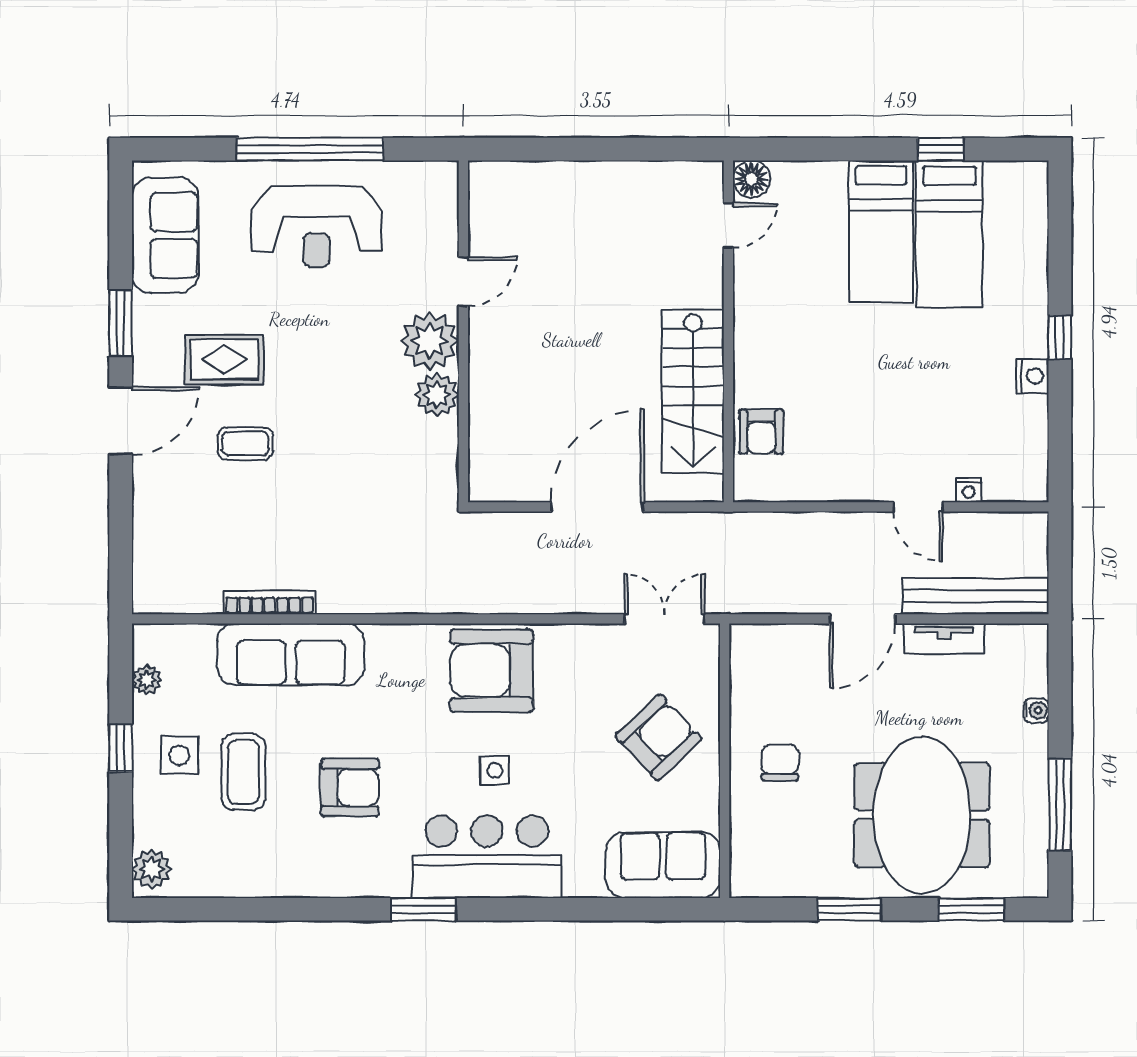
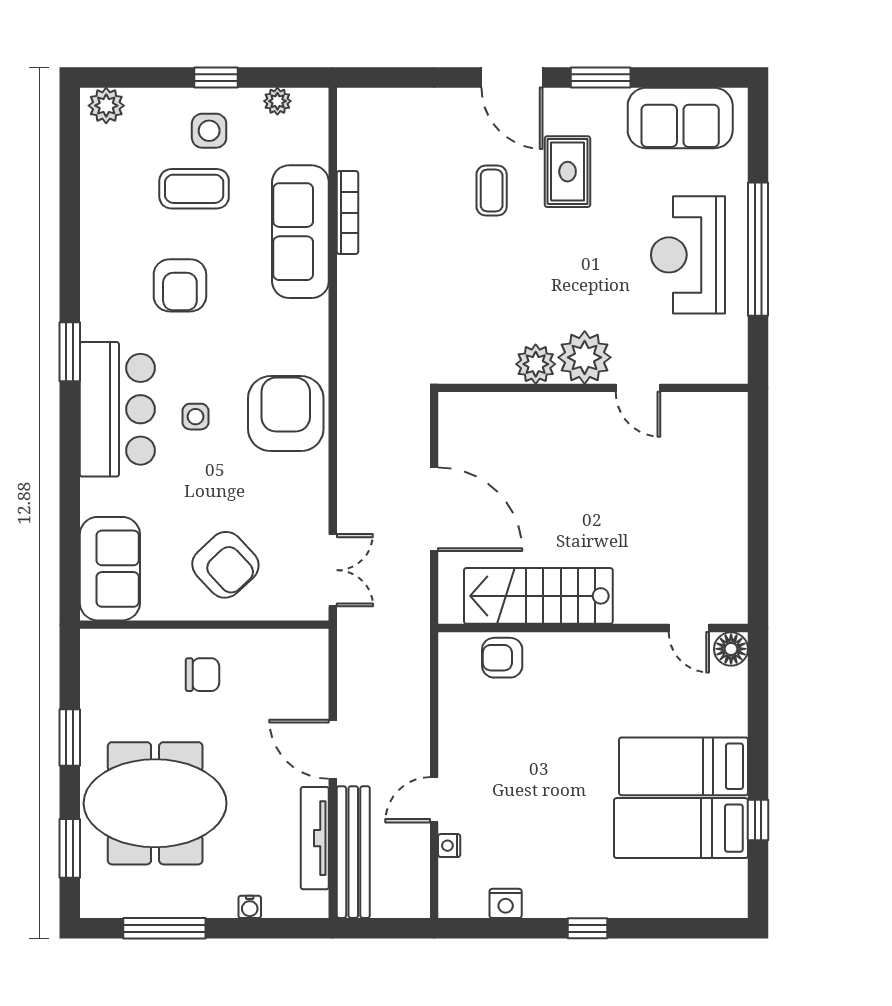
nightstand: (1032, 376) -> (506, 903), moved
tv unit: (944, 639) -> (315, 838), width x1.41

